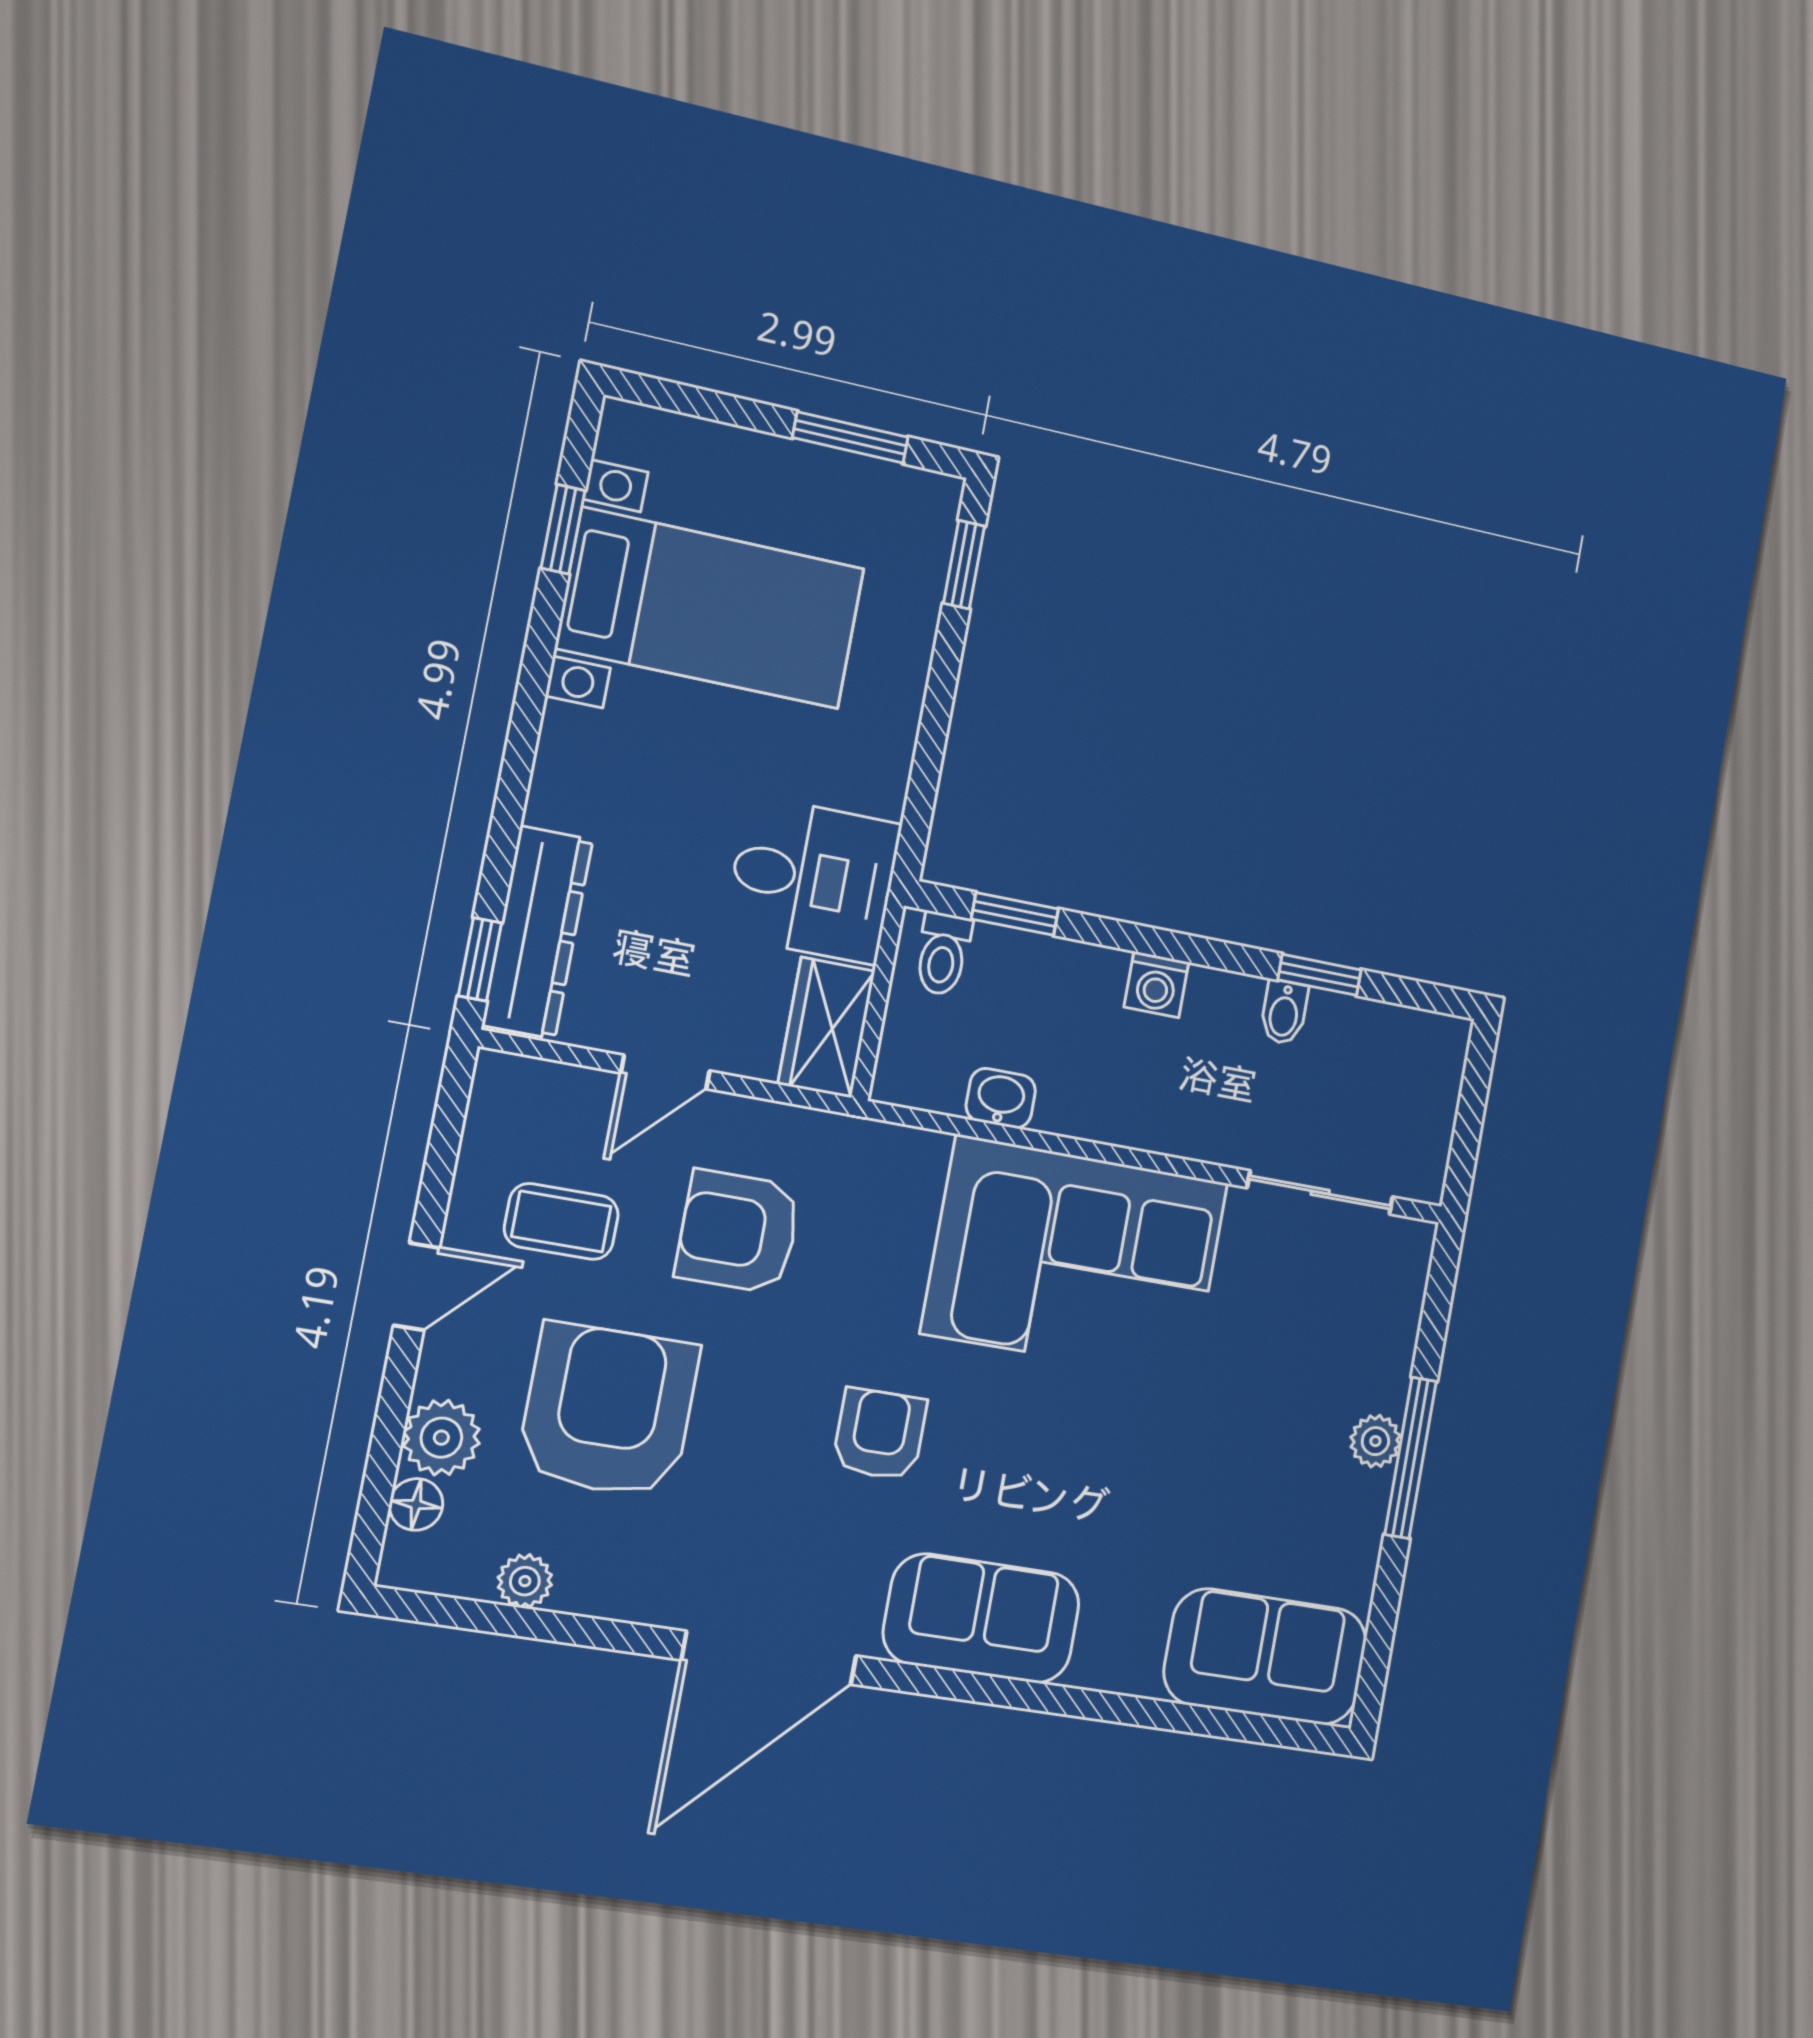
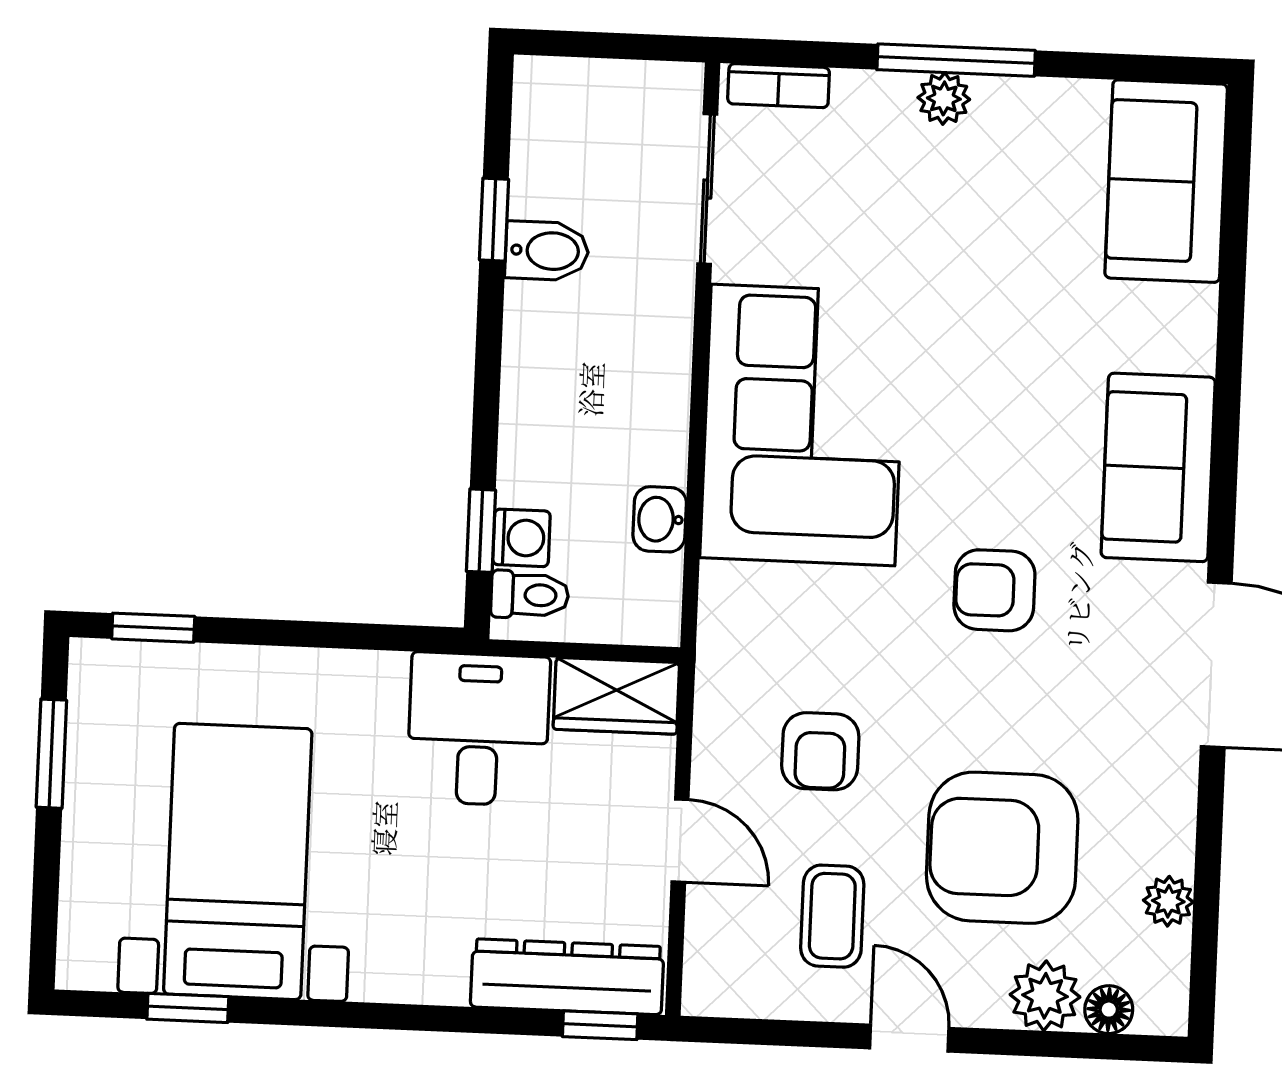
washing machine: (1156, 985) -> (521, 538), moved
bidet: (1284, 1012) -> (547, 251), width x1.38, depth x1.36
armchair: (738, 1232) -> (820, 751), width x0.72, depth x0.72
bookcase: (1410, 1277) -> (779, 86), added

